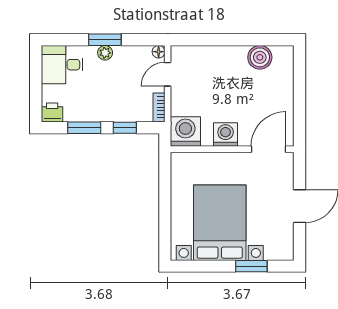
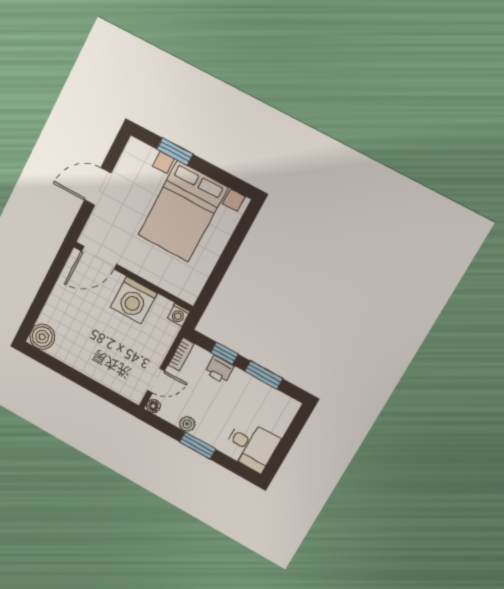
plant: (105, 53) -> (187, 424), moved
boiler: (260, 57) -> (42, 337), moved
printer: (52, 112) -> (219, 369), moved
washing machine: (185, 131) -> (179, 315), width x0.53, depth x0.53
washing machine: (226, 135) -> (134, 300), width x1.37, depth x1.37

